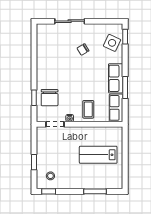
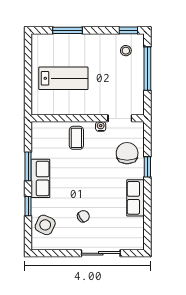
window: (125, 37) -> (28, 206), moved
window: (34, 98) -> (147, 167), moved
row of seats: (116, 108) -> (136, 198), moved, turned 180
window: (34, 162) -> (147, 69), width x2.17

